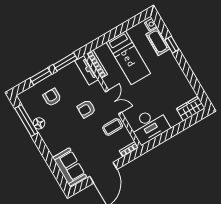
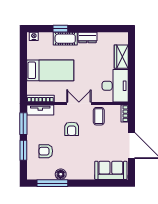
cot: (158, 41) -> (65, 39), moved
dresser: (179, 74) -> (87, 37), added
wardrobe: (191, 108) -> (121, 57), moved

